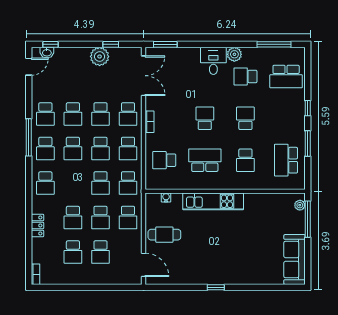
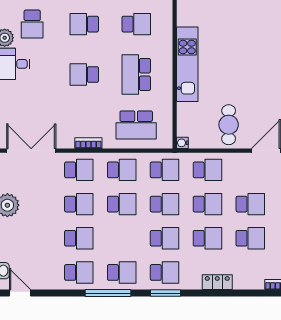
school desk: (73, 149) -> (165, 238), moved
school desk: (164, 160) -> (136, 125), width x1.85
window: (29, 184) -> (166, 293), added
water cooler: (166, 197) -> (182, 143), moved

